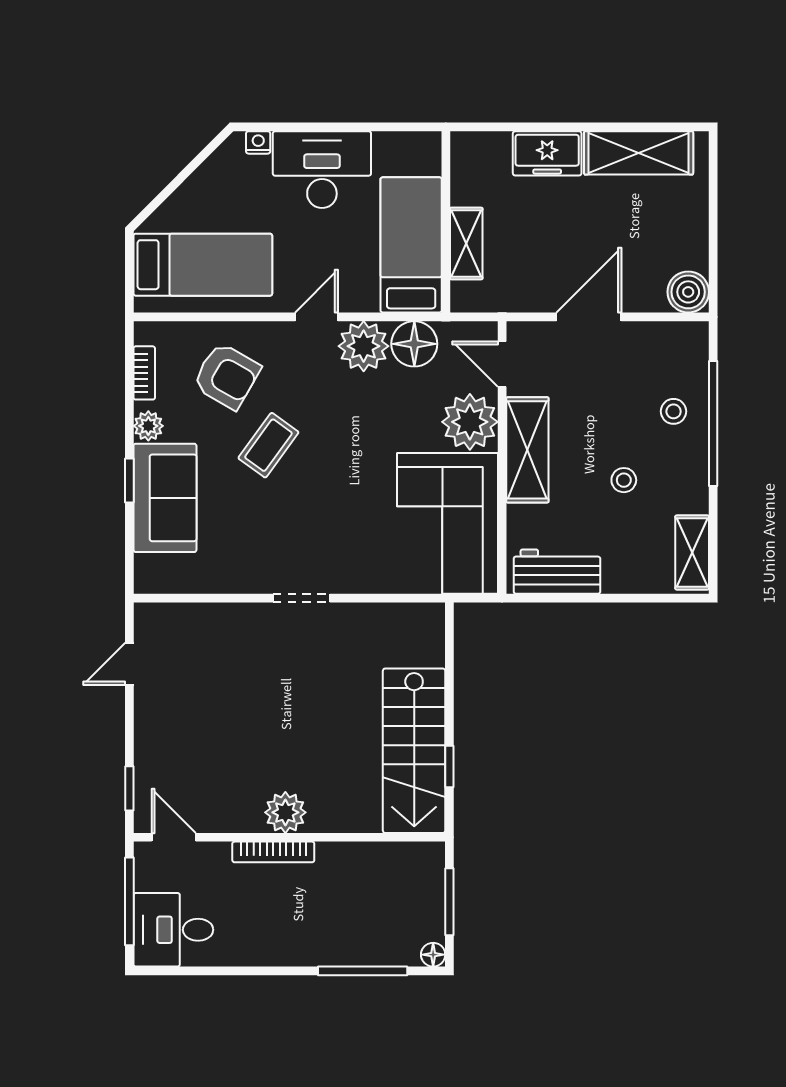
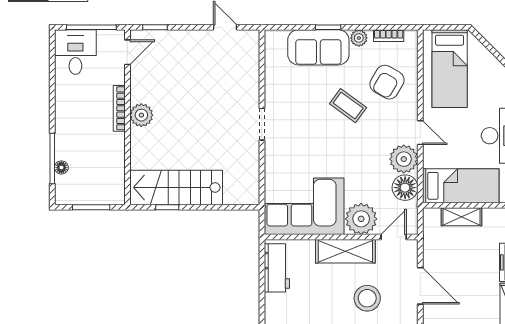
stool: (624, 480) -> (367, 298), moved, width x1.89, depth x1.89
floor lamp: (433, 955) -> (61, 167), moved

